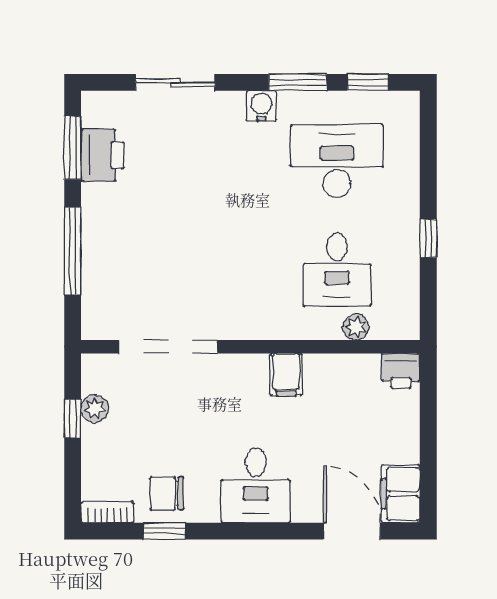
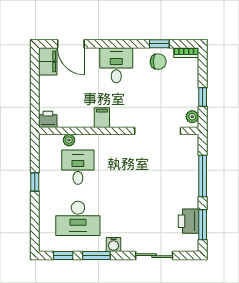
plant: (95, 409) -> (192, 117), moved

